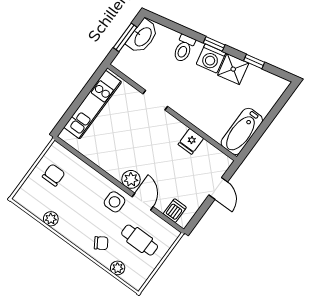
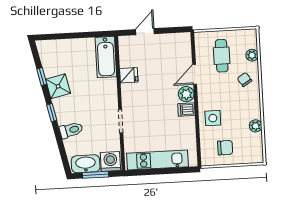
washing machine: (211, 59) -> (110, 161), moved, turned -78
bathtub: (242, 131) -> (106, 57), moved, turned 90
chair: (54, 175) -> (225, 148), turned 180
side table: (115, 202) -> (213, 118), moved
dishwasher: (175, 211) -> (186, 110), moved

